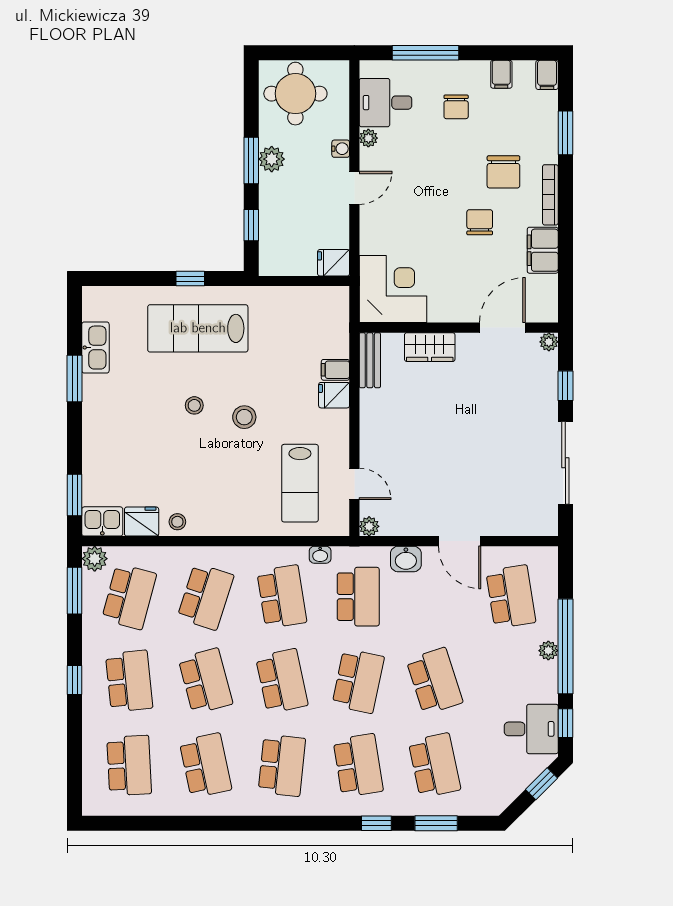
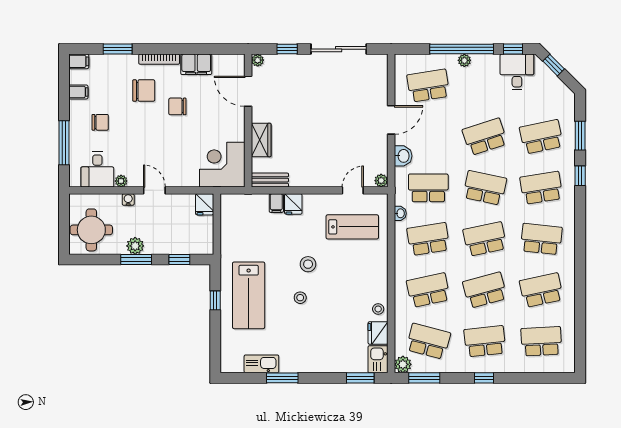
school desk: (206, 597) -> (428, 290), turned -30

